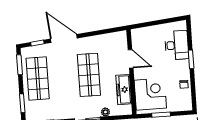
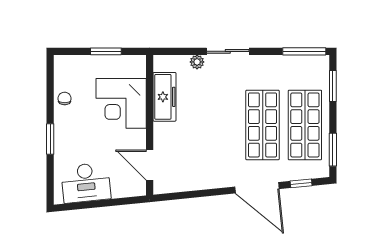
desk: (177, 45) -> (86, 183), moved, turned -96
door: (131, 59) -> (150, 165), moved
shop shelf: (89, 75) -> (263, 125), moved
corner desk: (150, 94) -> (121, 103), moved

